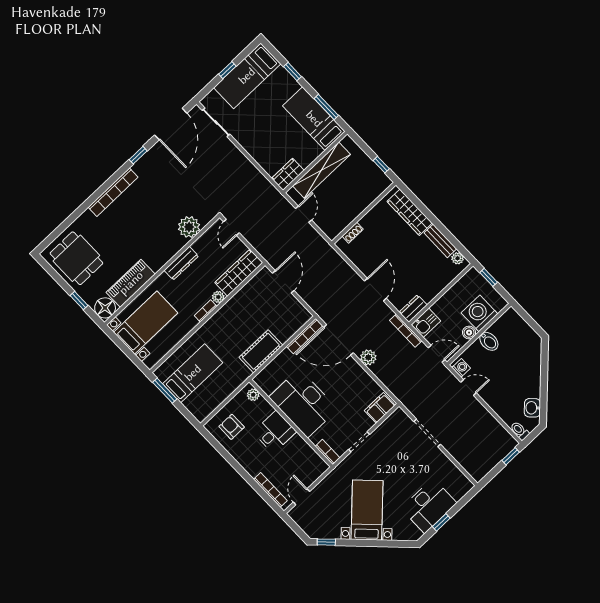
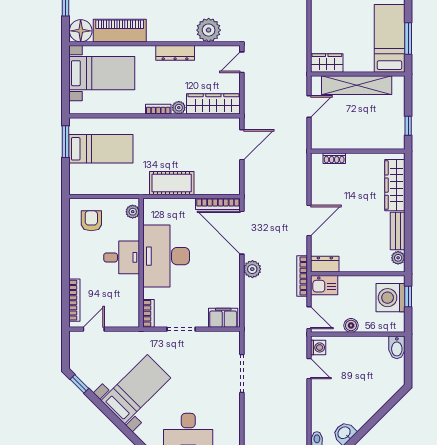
washing machine: (479, 313) -> (390, 298), moved, turned -90
bidet: (489, 341) -> (397, 347), moved

